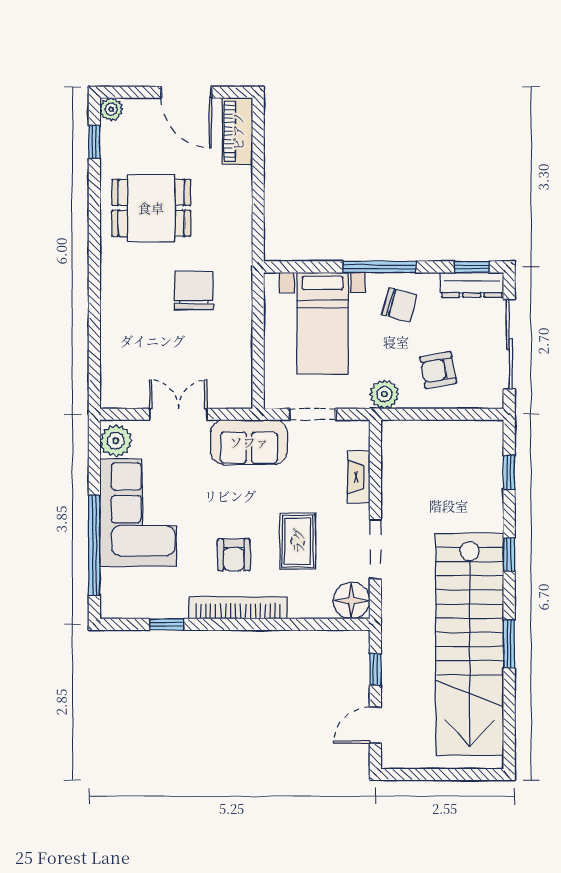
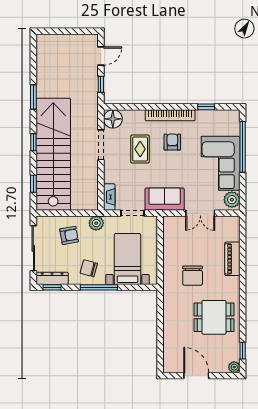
piano: (238, 131) -> (232, 259), moved, turned 180
fireplace: (359, 477) -> (109, 197), moved
stairs: (470, 644) -> (53, 154), moved

